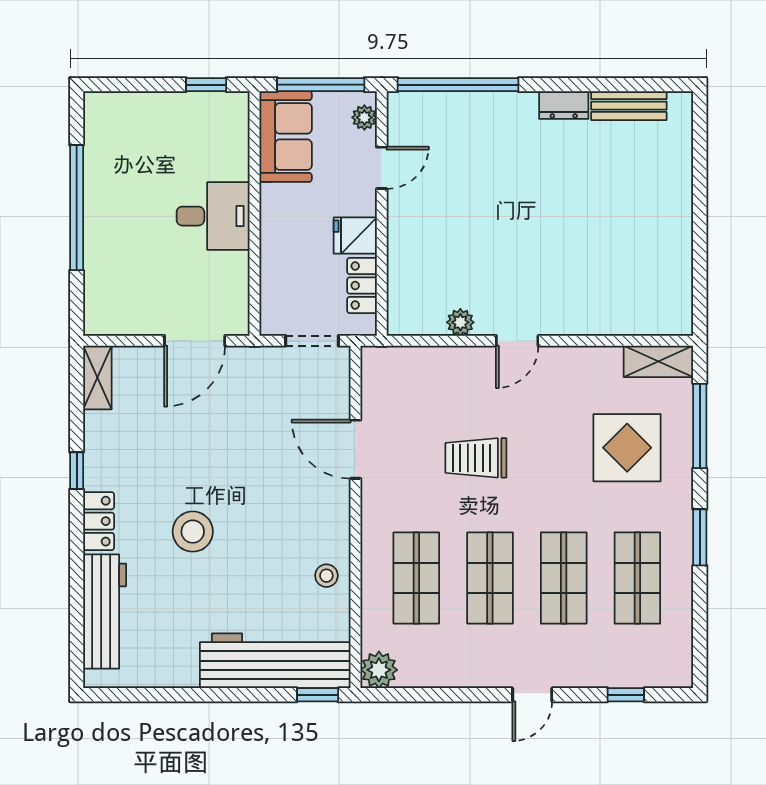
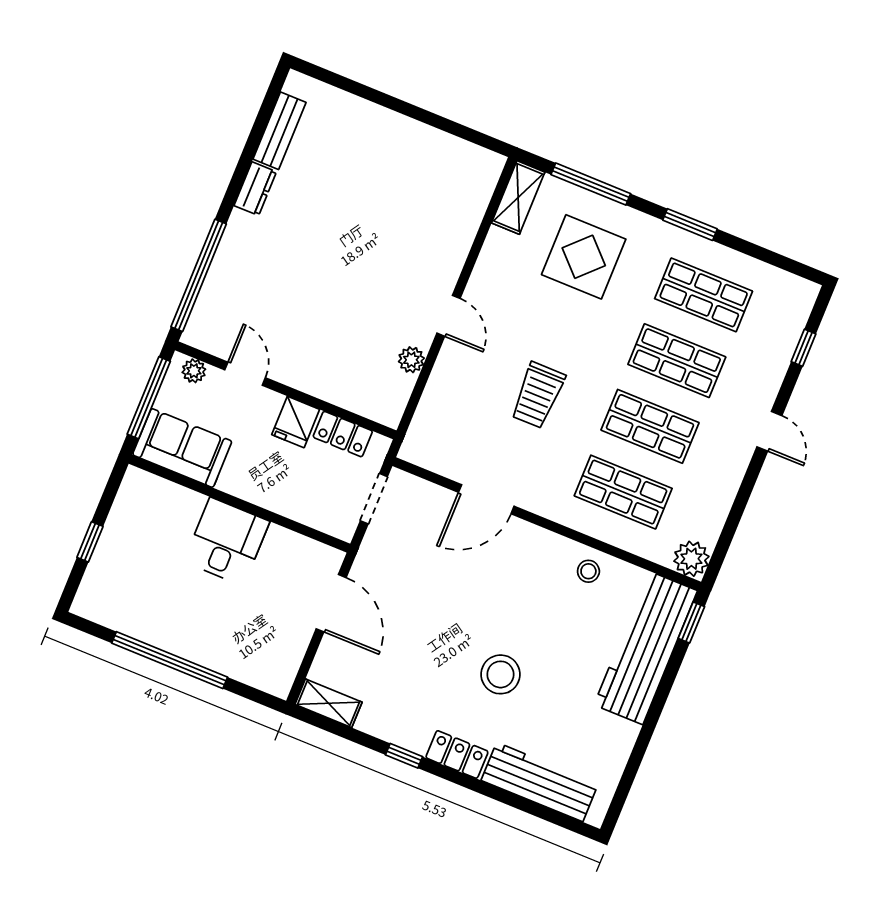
window: (206, 85) -> (90, 542), moved

